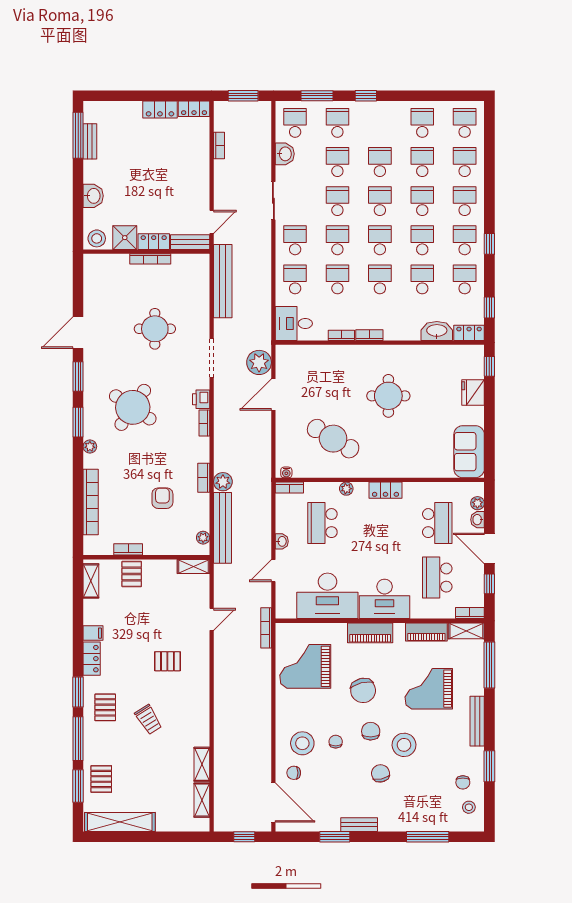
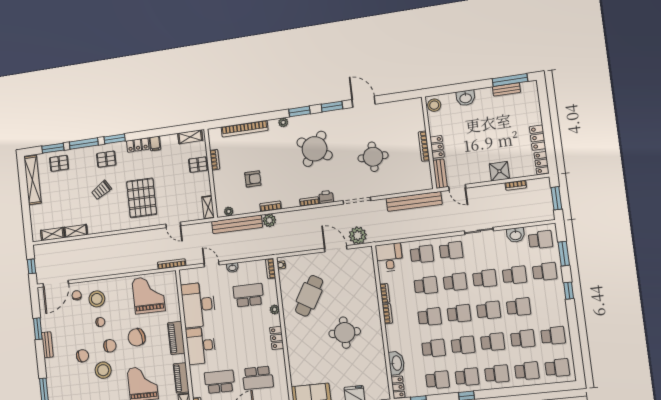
shower: (125, 238) -> (499, 171), moved
pallet: (167, 661) -> (142, 198), width x2.05, depth x2.00

